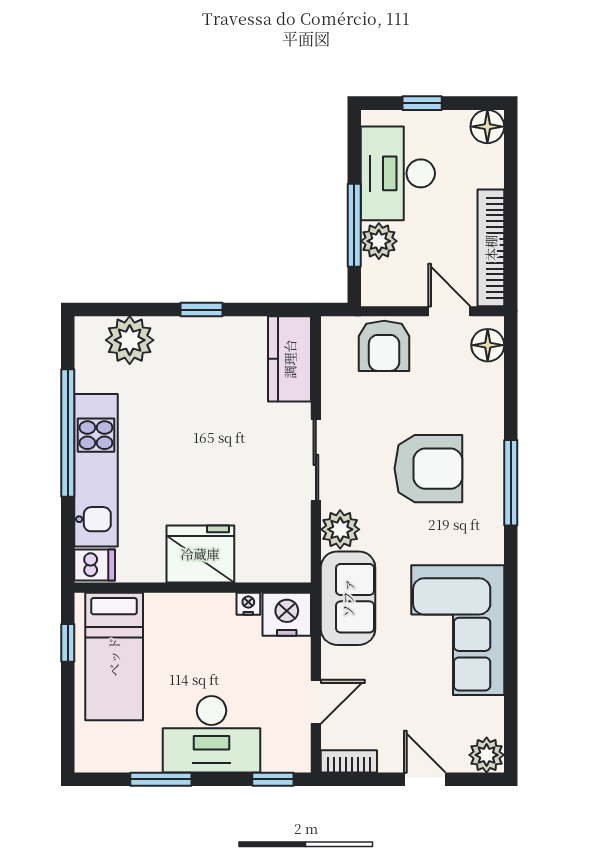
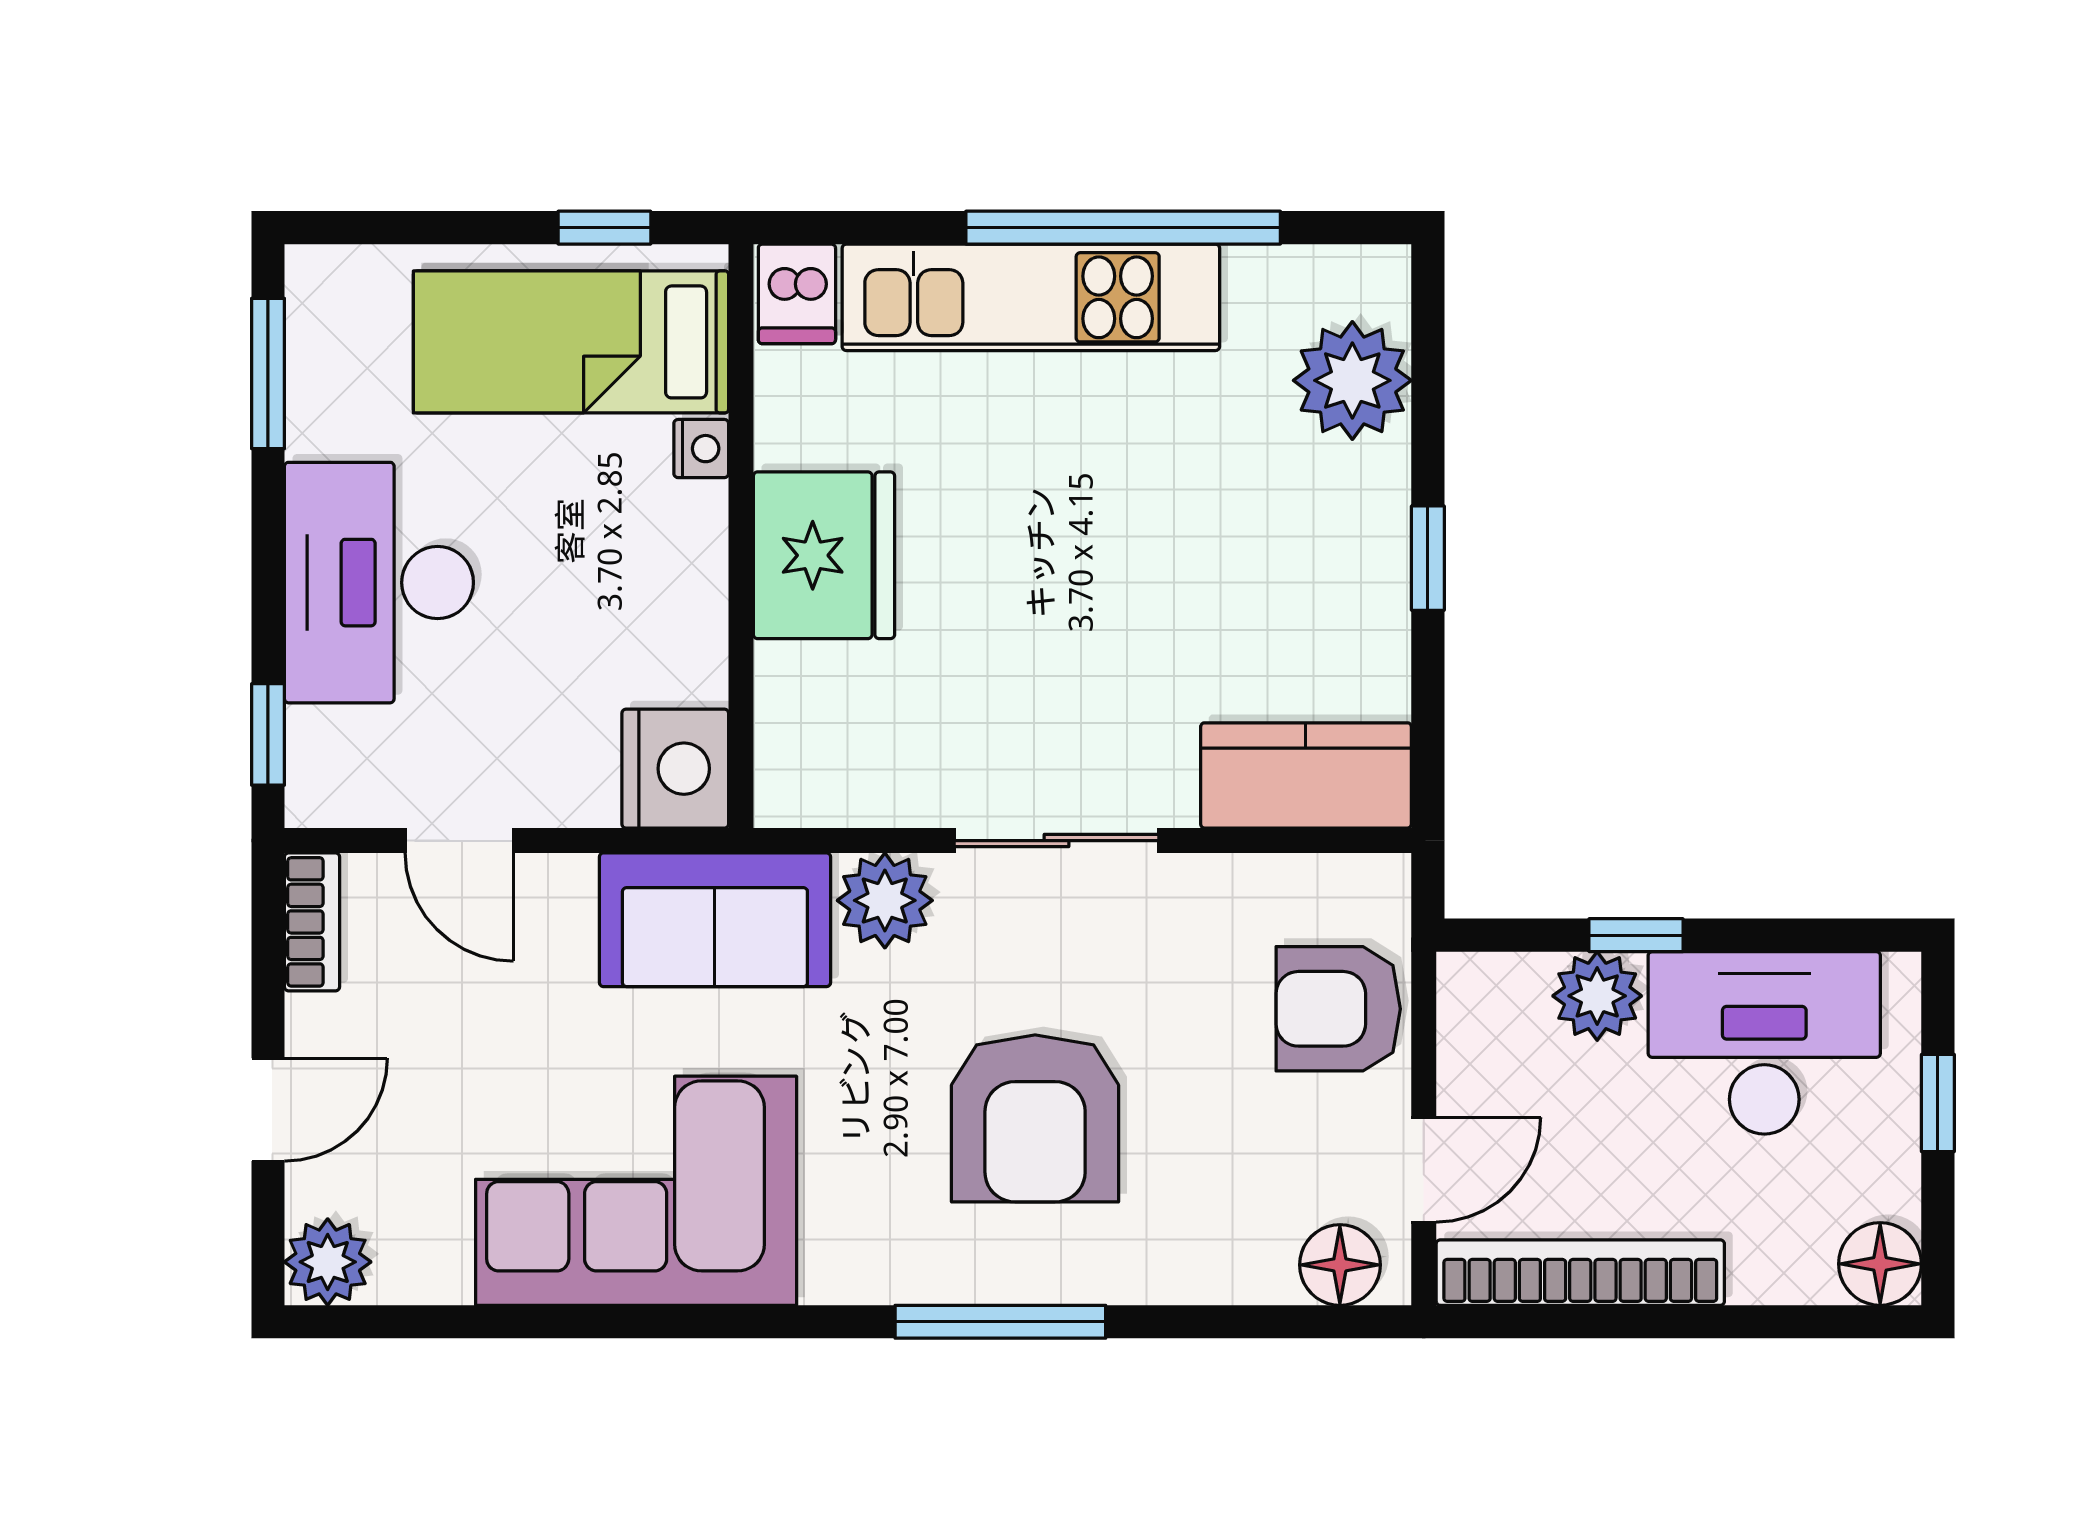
window: (354, 225) -> (1636, 935), width x0.46
nightstand: (248, 604) -> (701, 449), moved
window: (161, 779) -> (268, 374), moved

